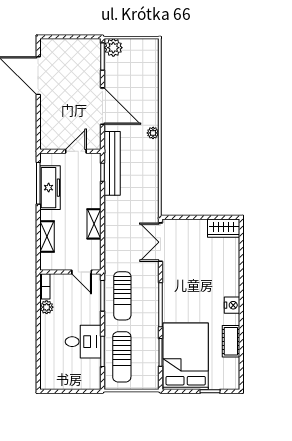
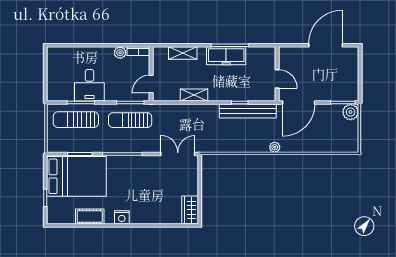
wall: (70, 151) -> (277, 74), moved
door: (76, 151) -> (277, 79), moved

